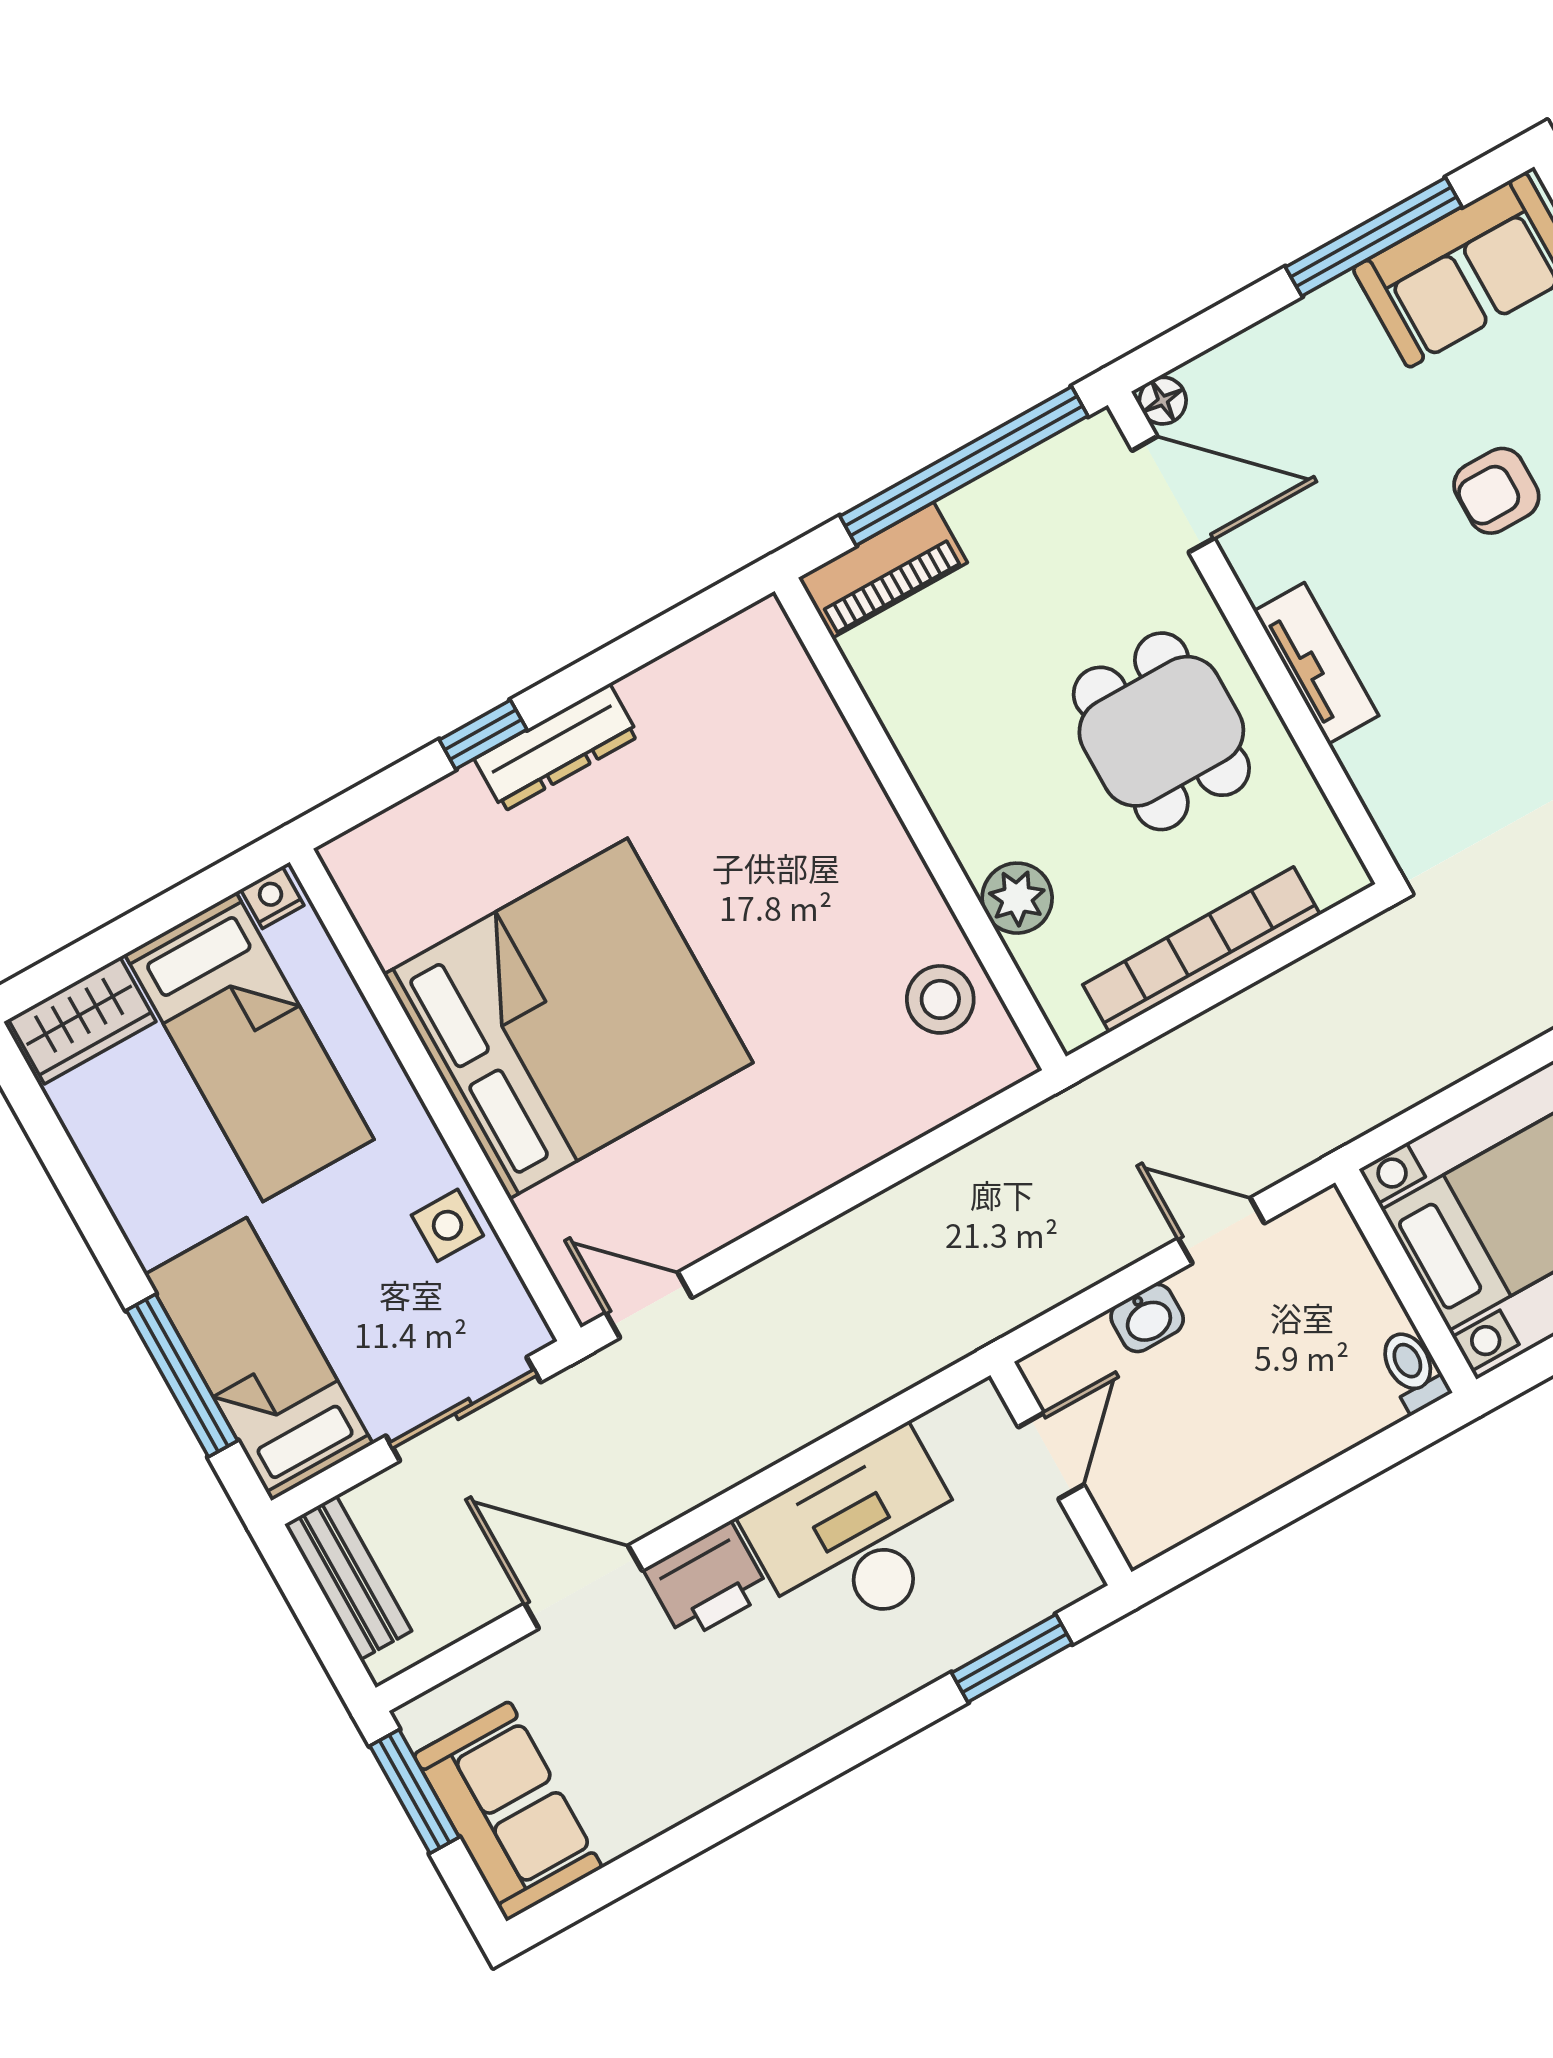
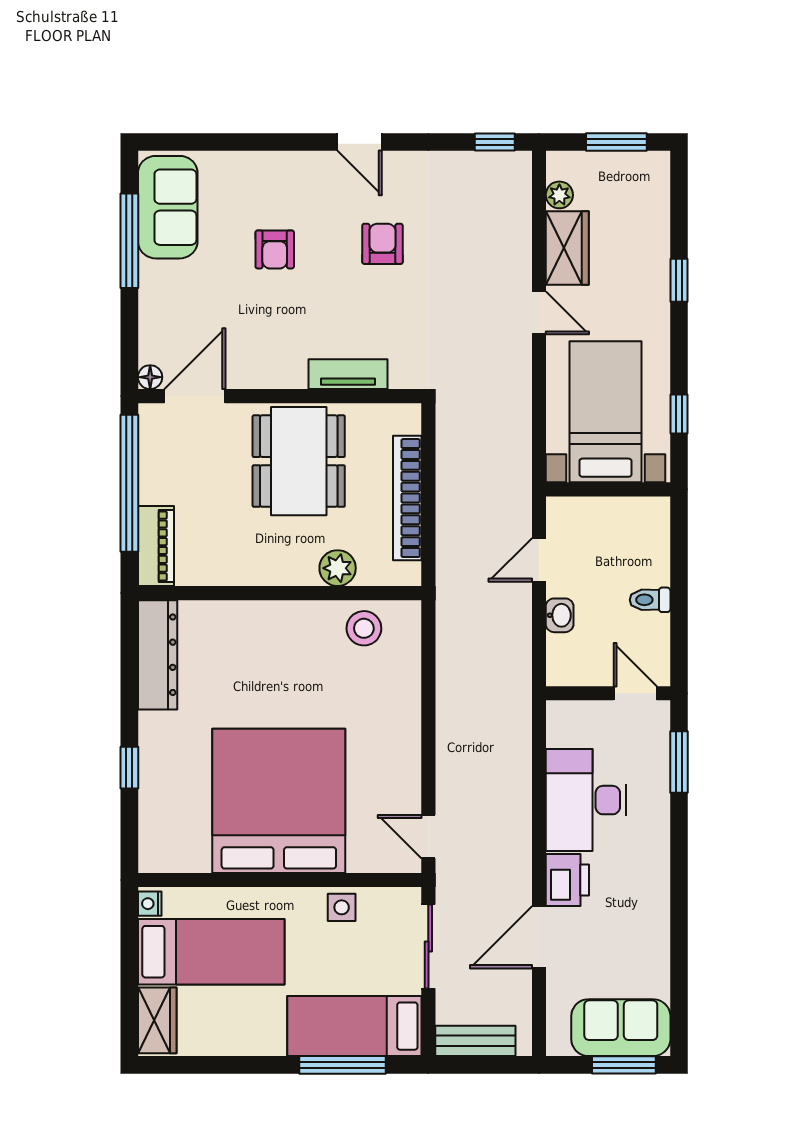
tv unit: (1316, 663) -> (348, 374), moved
dining table: (1161, 731) -> (299, 461), width x1.38
dresser: (557, 748) -> (158, 655), moved, width x1.37, depth x1.24
door: (649, 1305) -> (428, 837), hinge flipped
toilet: (1413, 1370) -> (650, 600), moved
door: (1051, 1456) -> (635, 693), moved
window: (414, 1791) -> (624, 1065), moved

